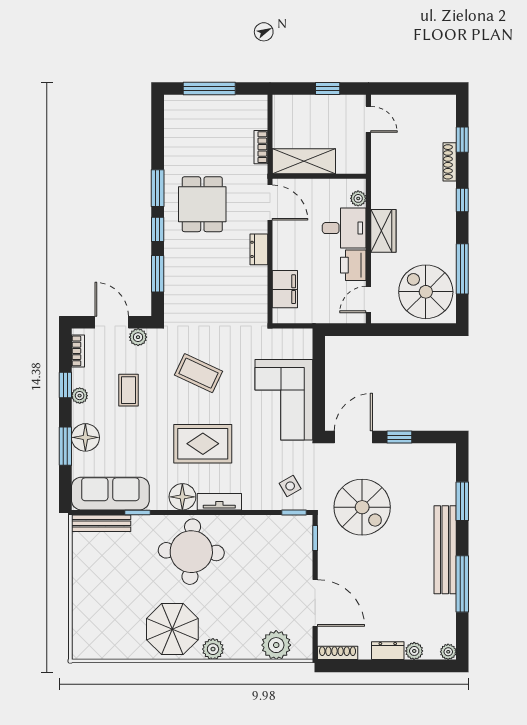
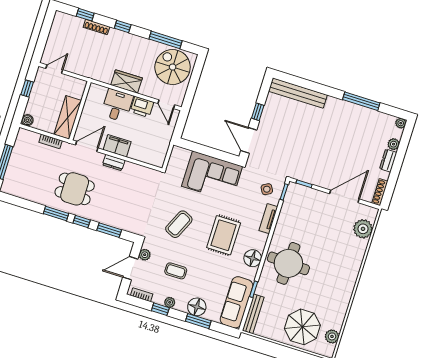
boiler: (281, 103) -> (27, 120), added
plant: (358, 198) -> (101, 91), removed
filing cabinet: (285, 289) -> (117, 146), moved
spiral stairs: (426, 292) -> (173, 67), turned 90
window: (462, 501) -> (310, 85), removed
tv unit: (219, 502) -> (268, 219), moved
spiral stairs: (362, 507) -> (294, 149), removed
bench: (445, 550) -> (298, 93), moved
parasol: (172, 629) -> (302, 327), moved
plant: (213, 649) -> (332, 336), moved

